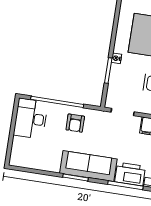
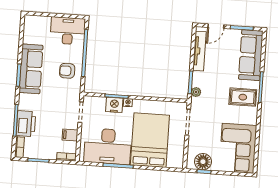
nightstand: (118, 74) -> (114, 105), added
sofa: (88, 166) -> (31, 69), moved

